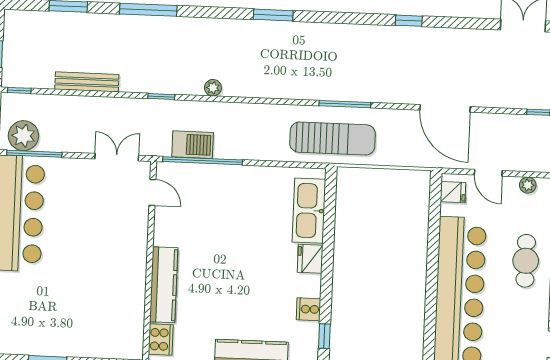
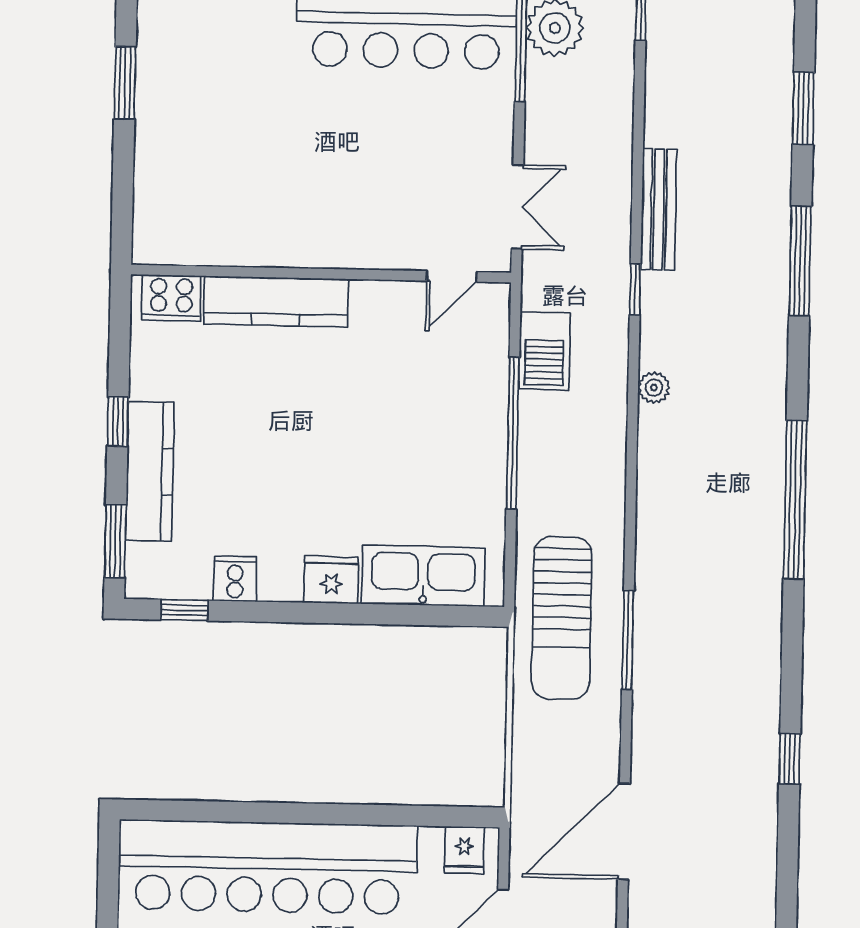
window: (273, 15) -> (795, 500), width x2.11
bench: (87, 82) -> (659, 209), moved
window: (203, 161) -> (513, 433), moved

